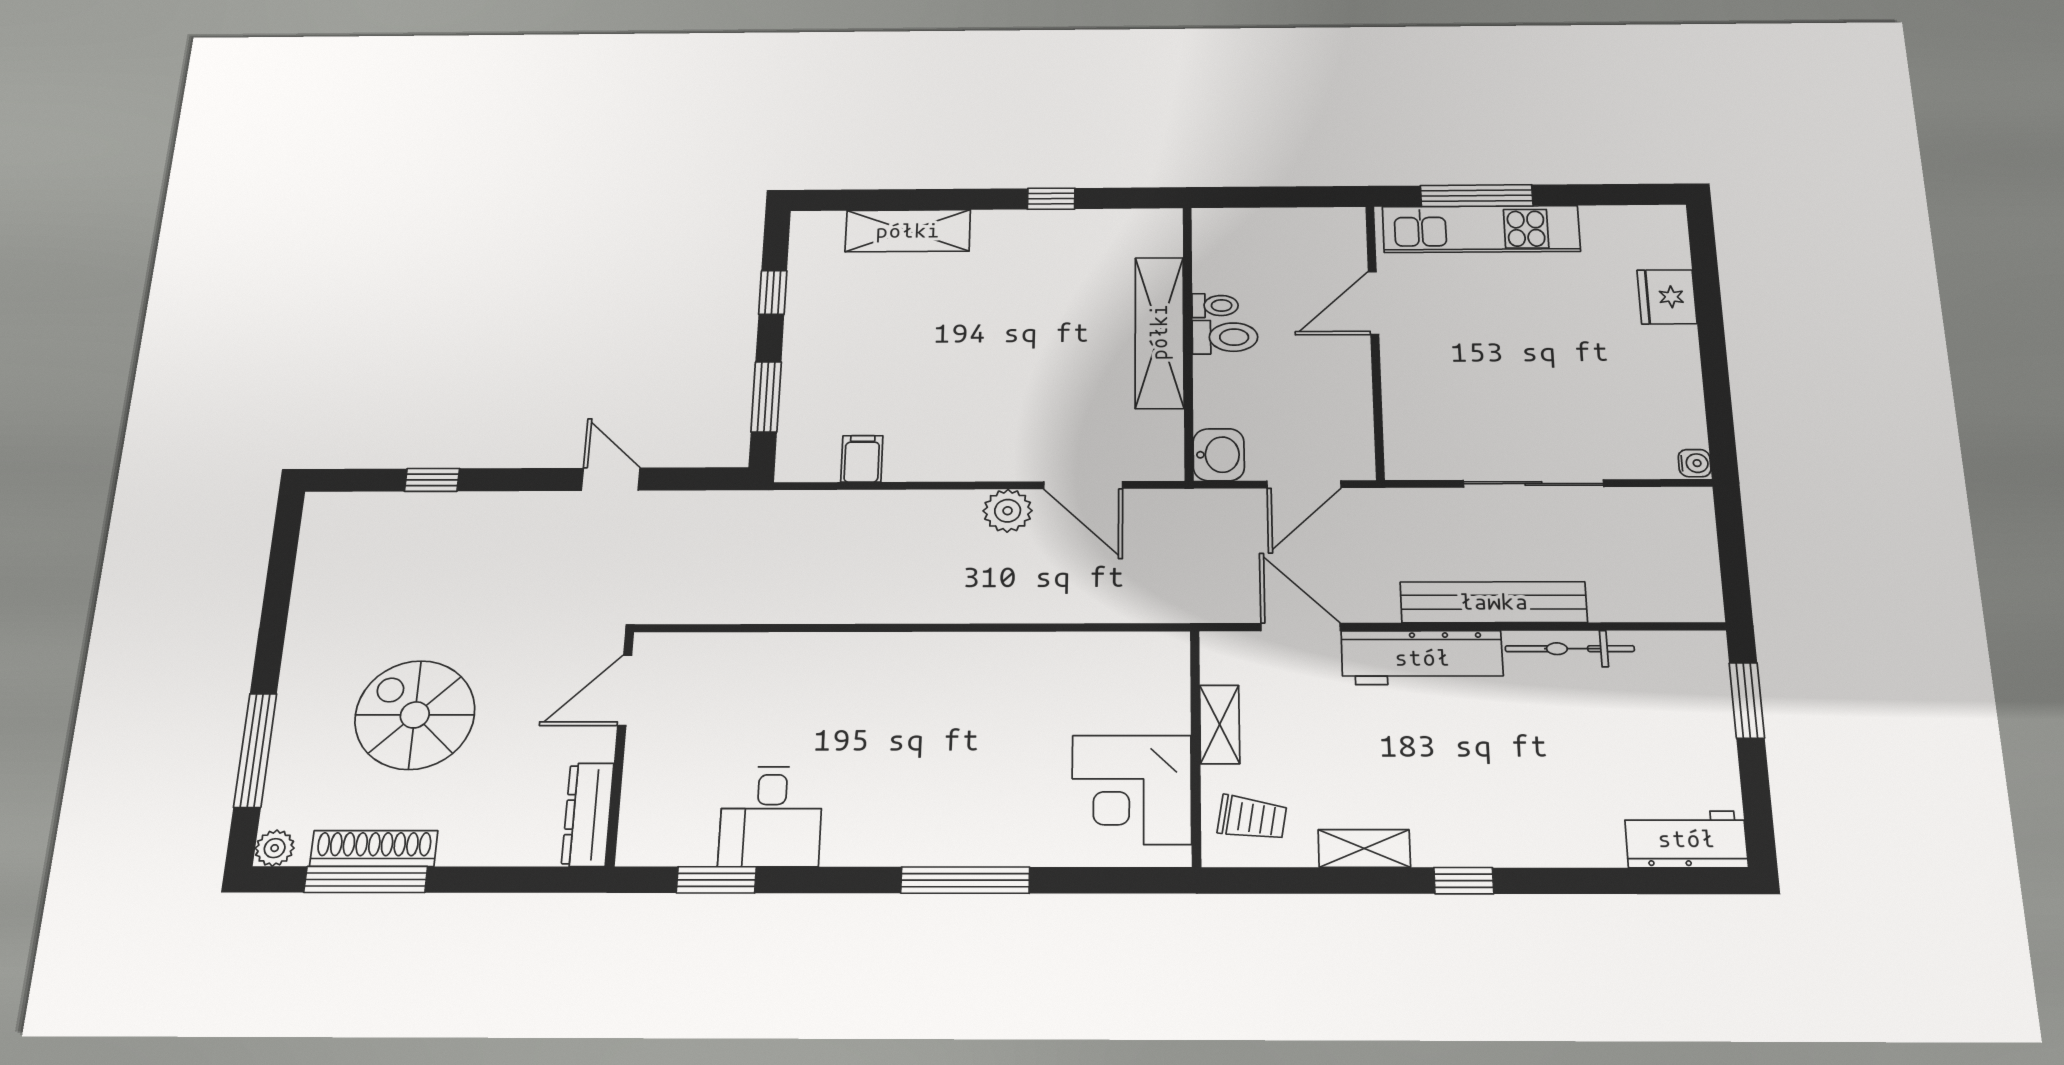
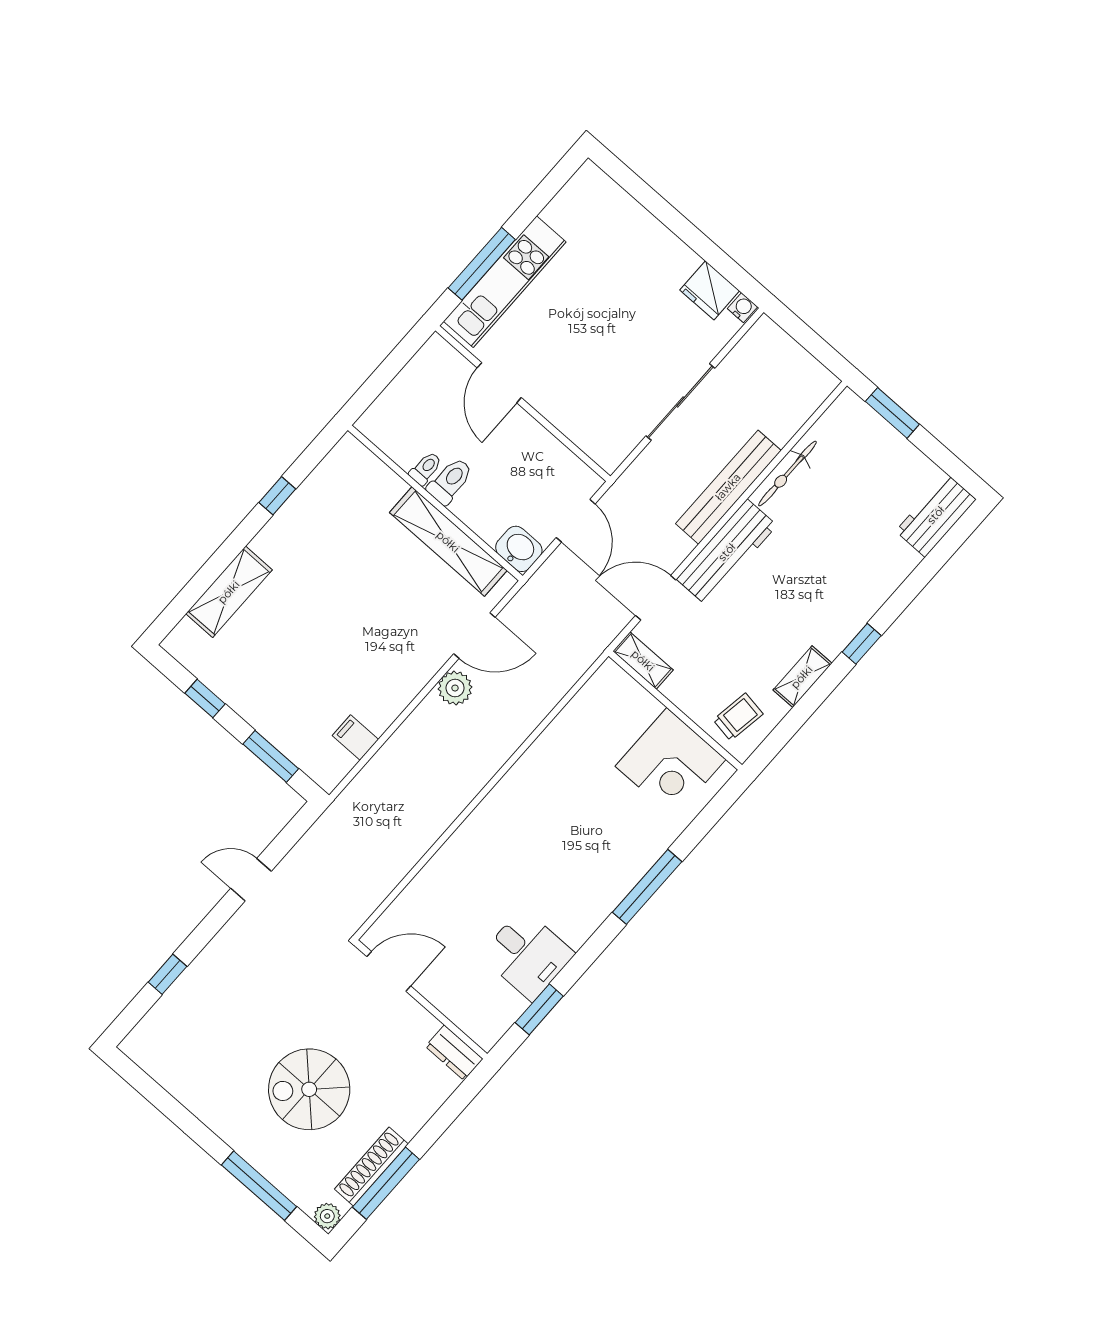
fridge: (1667, 297) -> (710, 290), moved
shelving: (1159, 332) -> (448, 542), moved
door: (625, 690) -> (389, 971), swing flipped
shelving: (1220, 724) -> (643, 661), moved
dresser: (588, 815) -> (454, 1053), width x0.70

